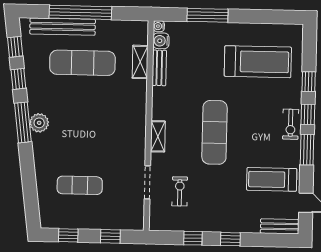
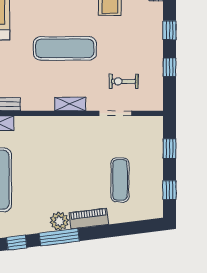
piano: (41, 153) -> (89, 218), added

